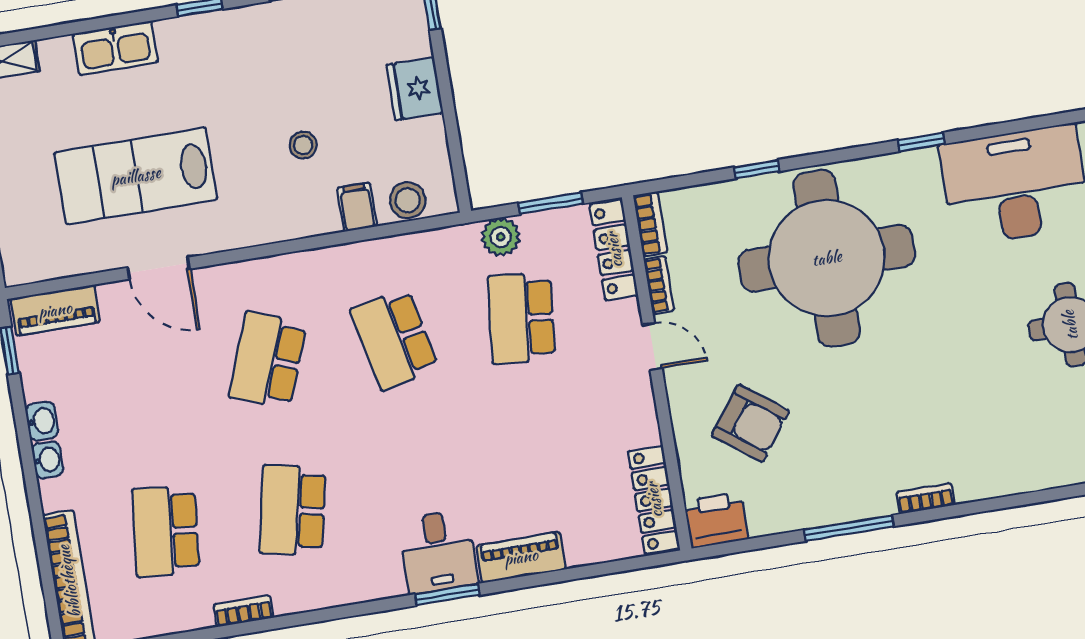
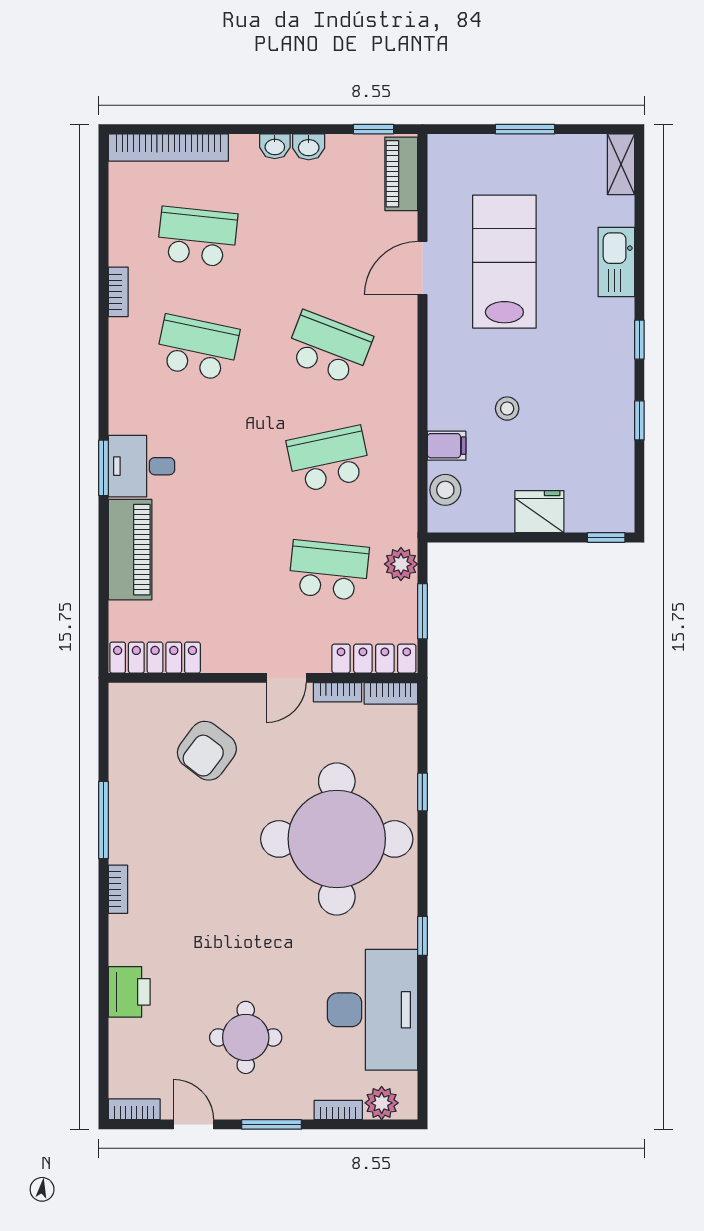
printer: (716, 520) -> (129, 992), moved
piano: (521, 557) -> (130, 550), width x1.37, depth x1.33

